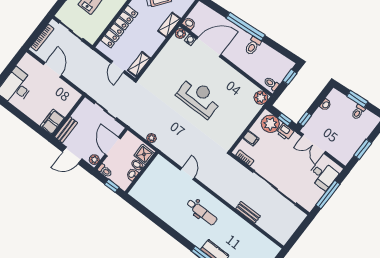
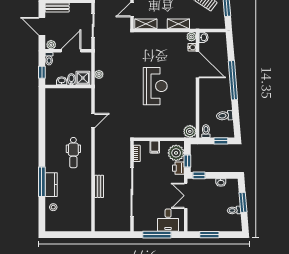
shelving: (169, 25) -> (178, 24), moved
toilet: (253, 46) -> (225, 116), moved

